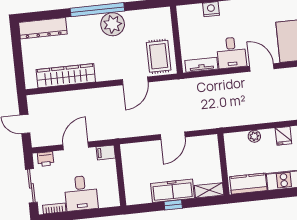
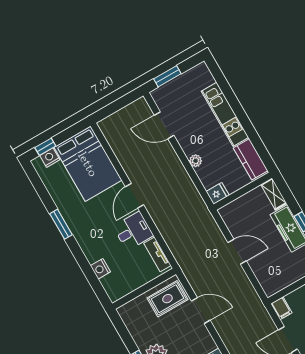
plant: (254, 136) -> (196, 161), moved
fridge: (283, 136) -> (218, 193), moved

